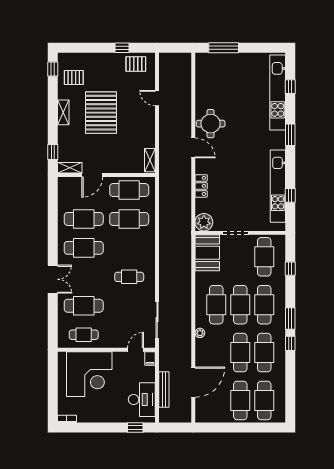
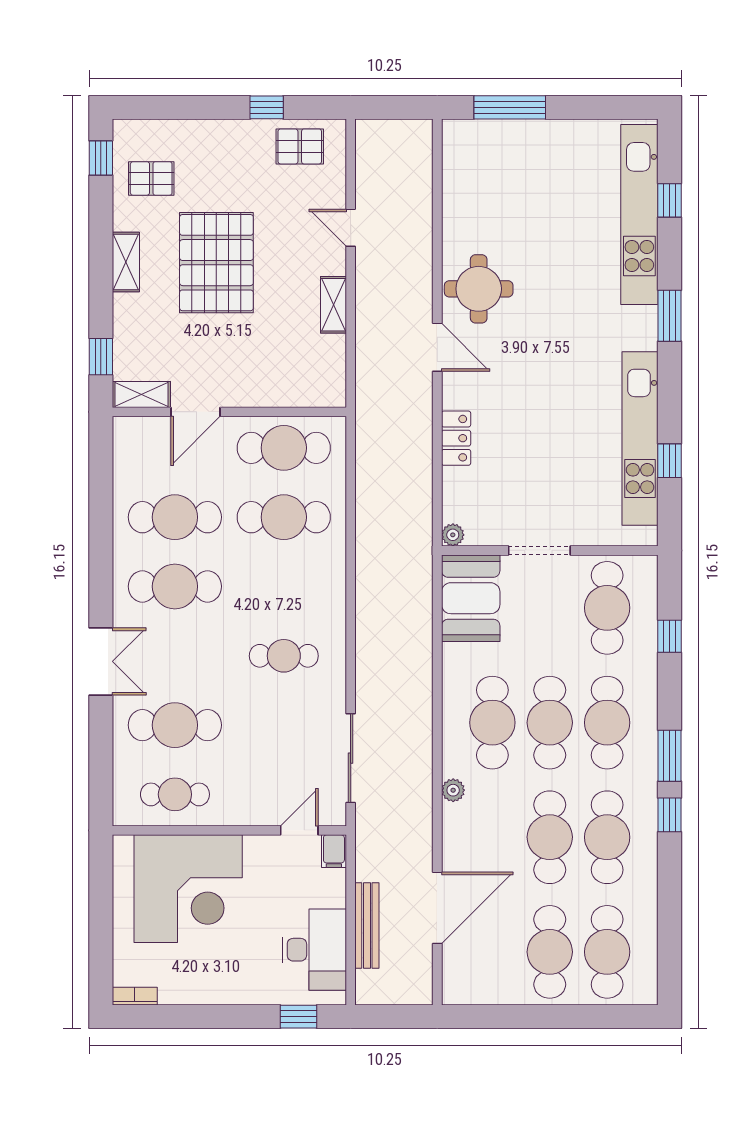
shelving: (150, 160) -> (333, 305), moved
plant: (204, 222) -> (453, 535), width x0.53, depth x0.53

